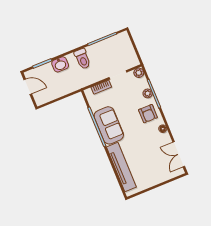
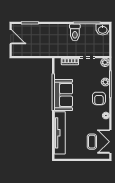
toilet: (83, 59) -> (75, 32), moved
washbasin: (60, 64) -> (103, 29), moved
coffee table: (159, 162) -> (92, 142), added

